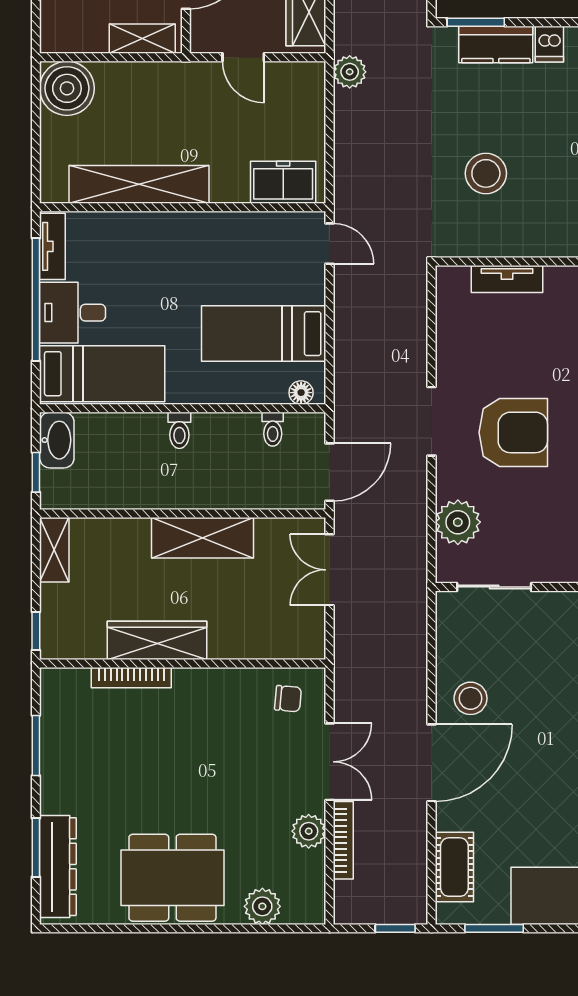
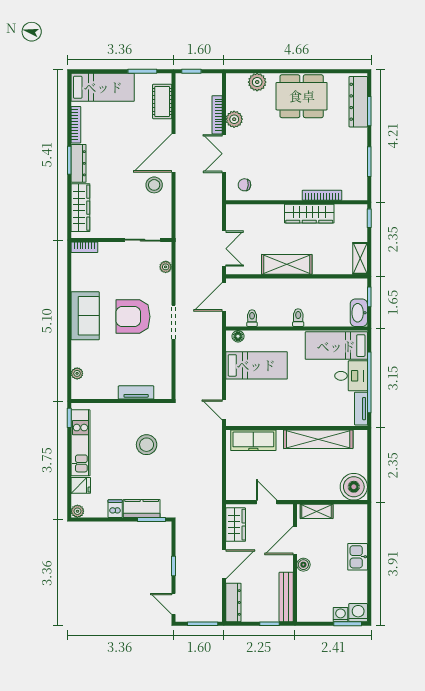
plant: (350, 72) -> (214, 495), removed
freezer: (283, 182) -> (253, 440), width x1.40
plant: (458, 522) -> (166, 267), width x0.53, depth x0.53

